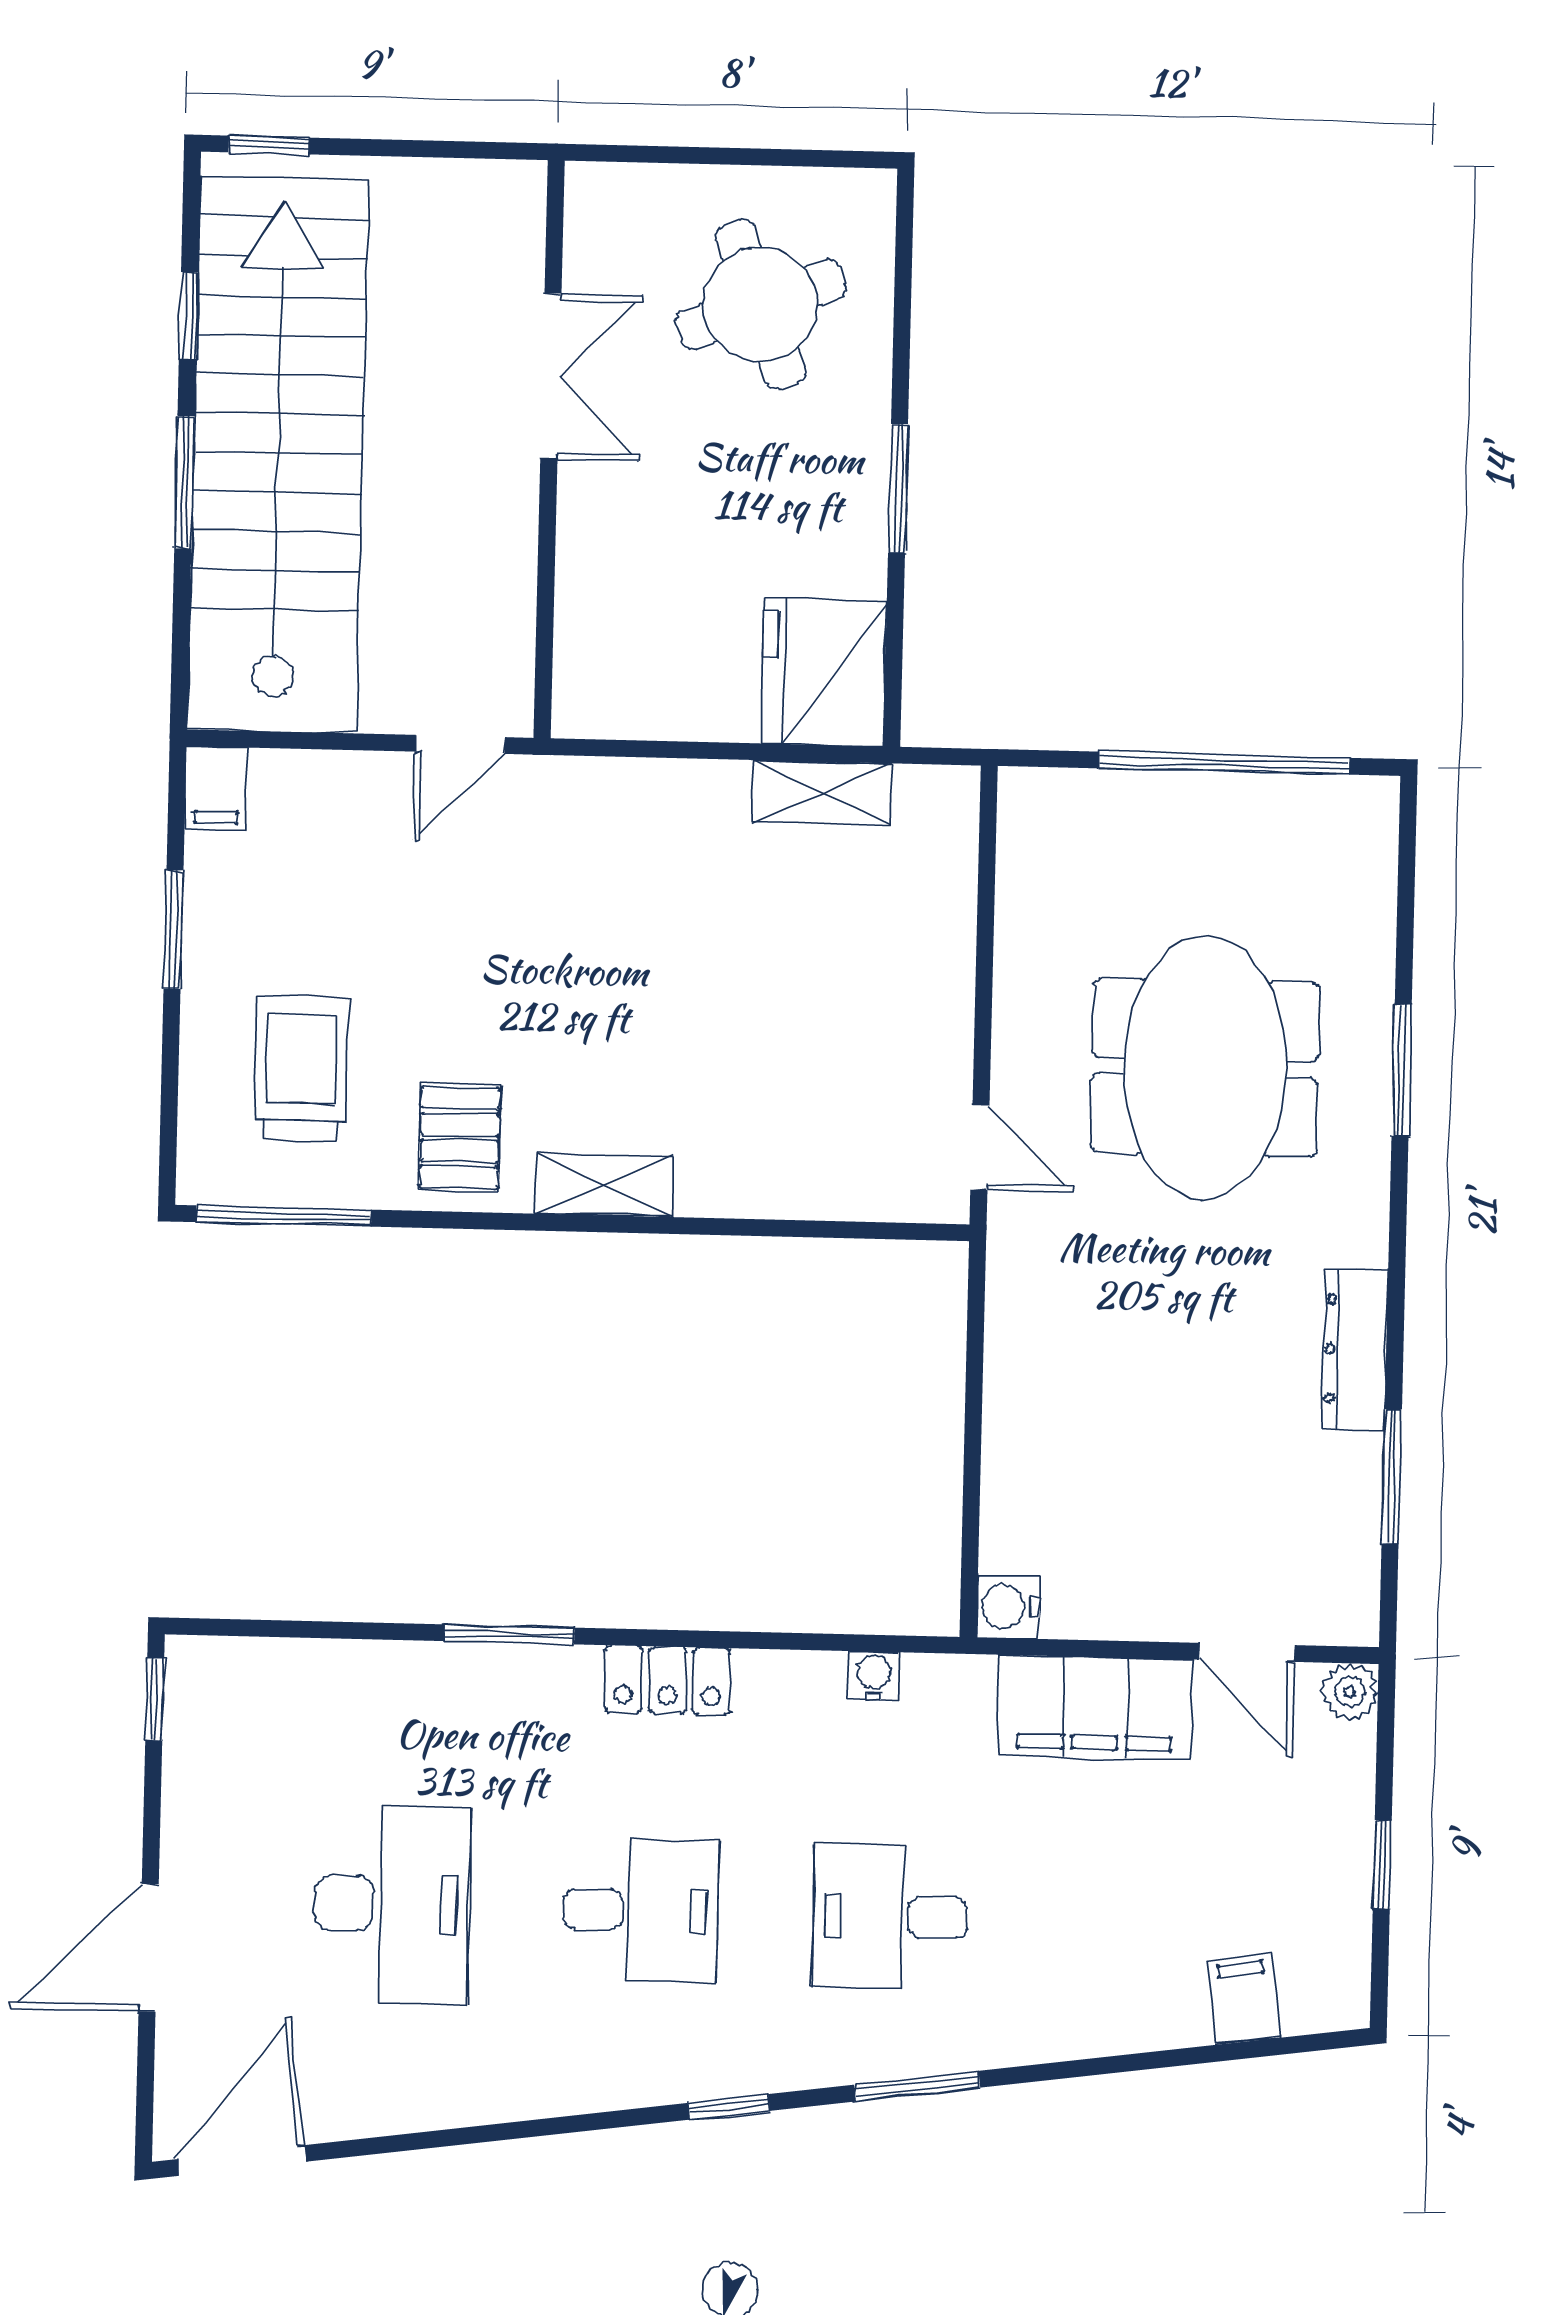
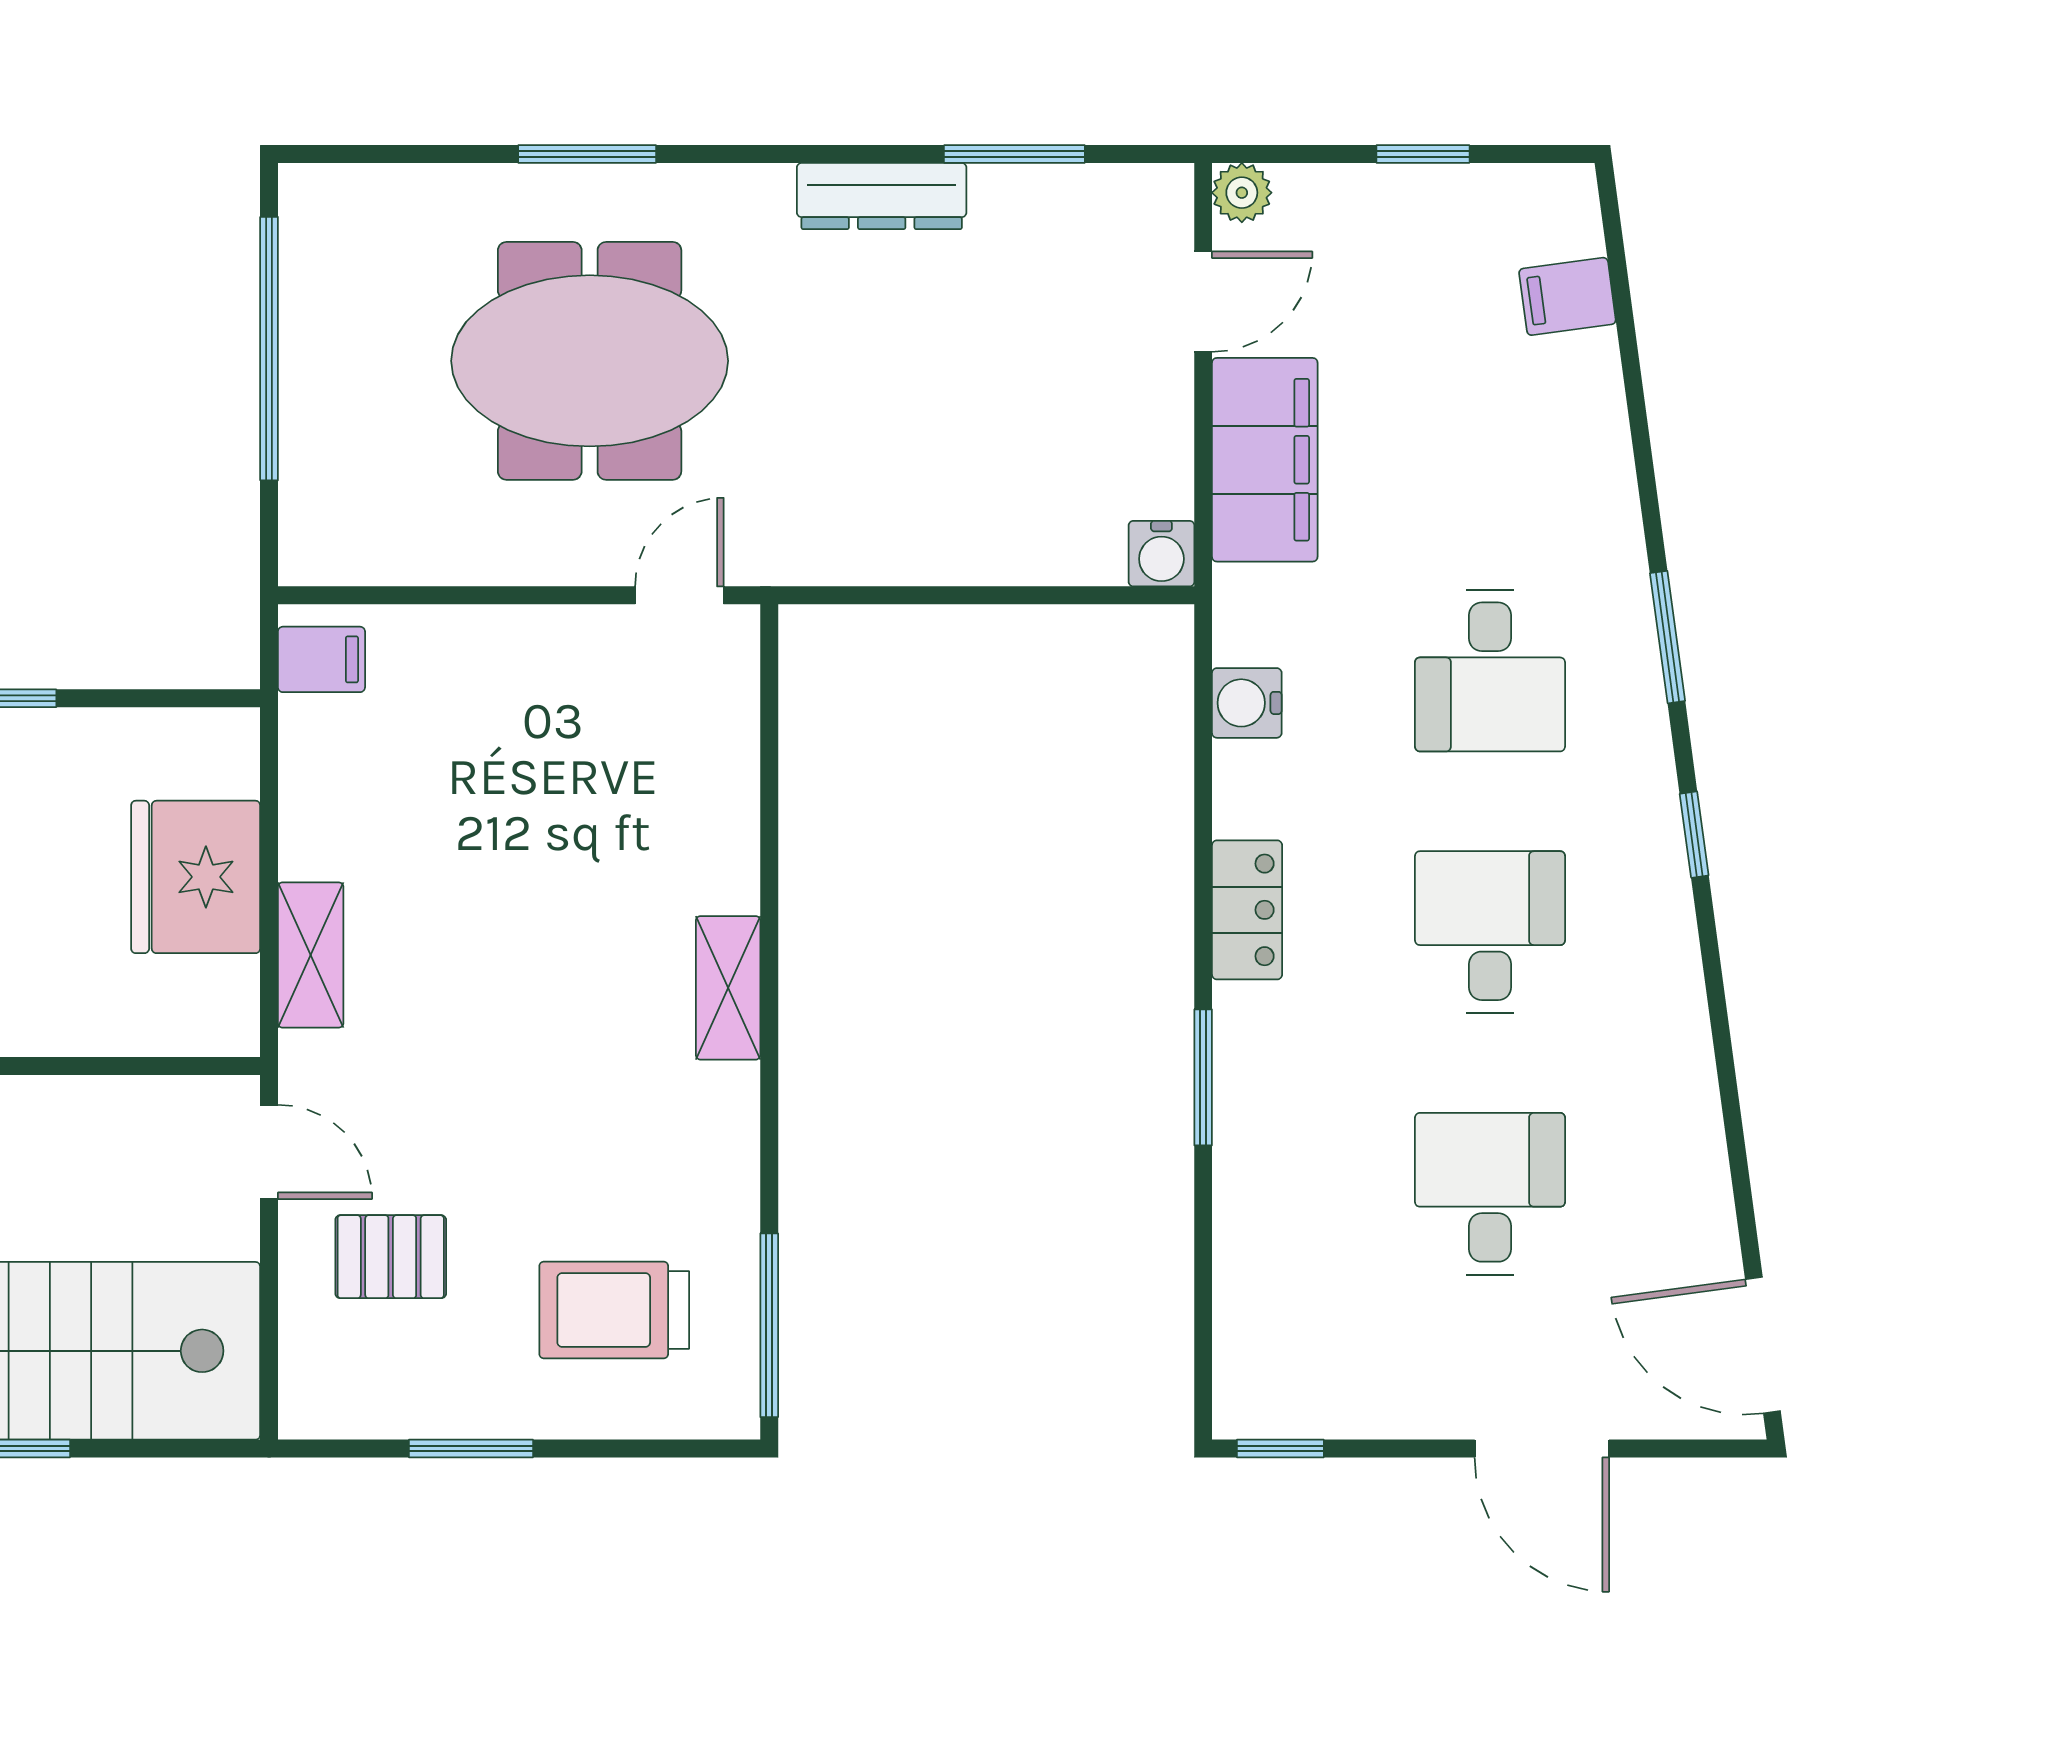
fridge: (824, 672) -> (196, 877), moved, turned 90
filing cabinet: (216, 788) -> (321, 659), moved
shelving: (822, 793) -> (311, 955), moved
pallet: (460, 1138) -> (391, 1257), moved
water cooler: (874, 1676) -> (1247, 703), width x1.38, depth x1.38
desk: (392, 1904) -> (1490, 1194), width x0.73

